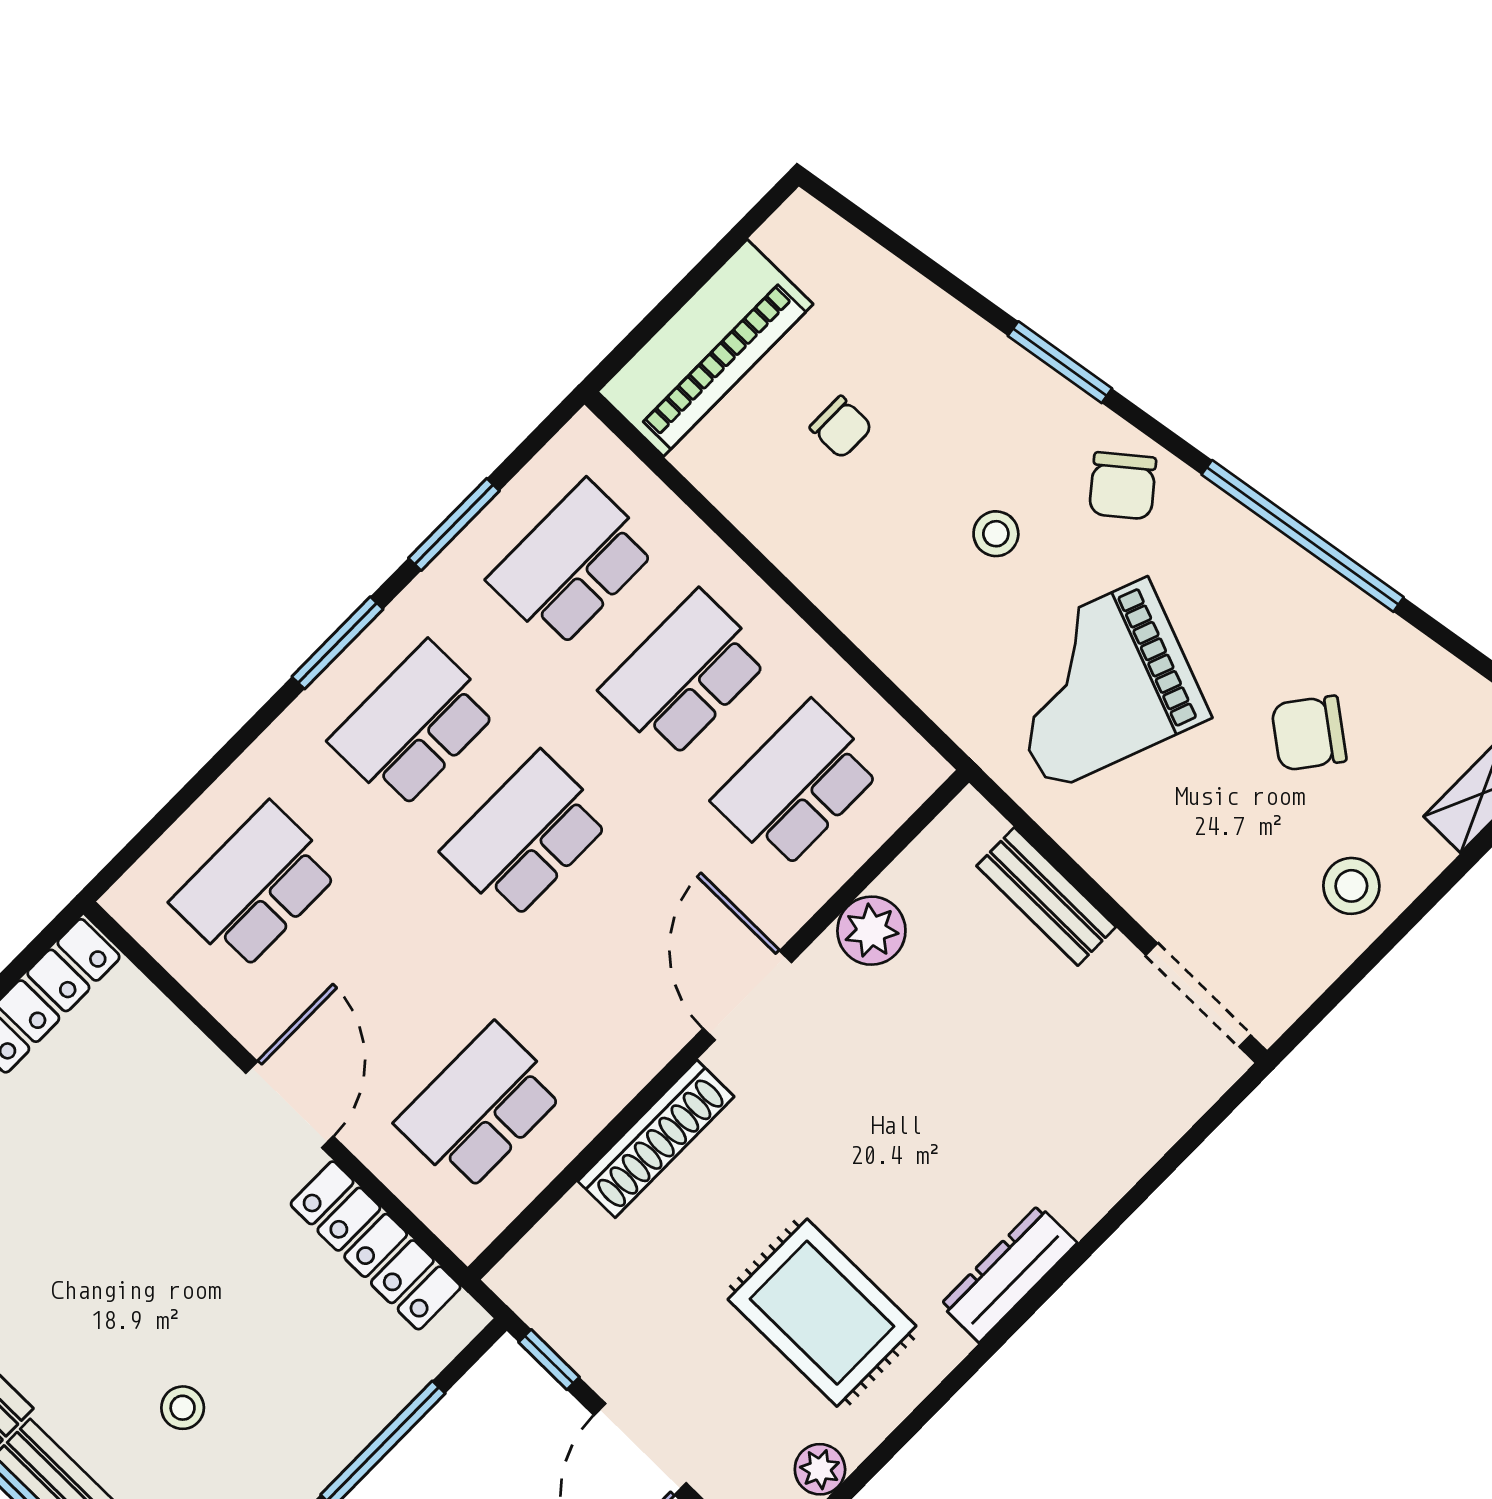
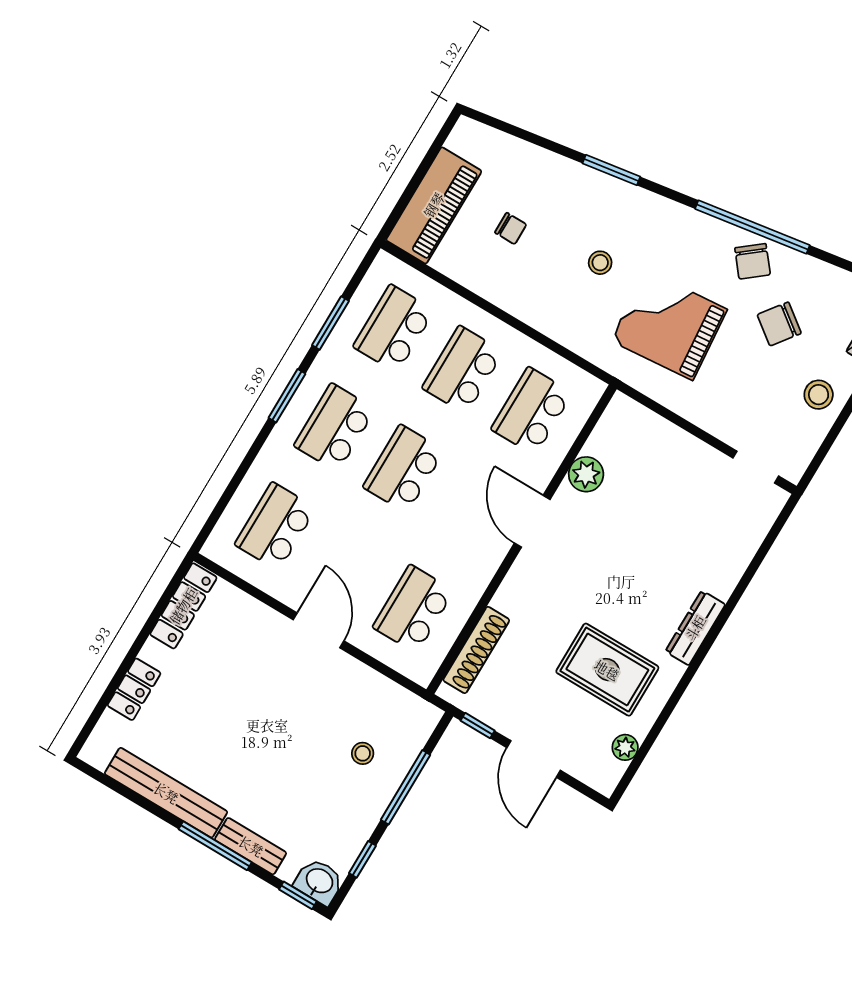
chair: (1123, 486) -> (753, 261), moved
grand piano: (1098, 684) -> (669, 325), turned 64
bench: (1046, 896) -> (669, 436), removed
doorway: (1198, 995) -> (756, 467), width x0.73
shoe rack: (656, 1139) -> (476, 650), moved
locker: (376, 1245) -> (378, 690), removed
stool: (183, 1408) -> (363, 753), moved

